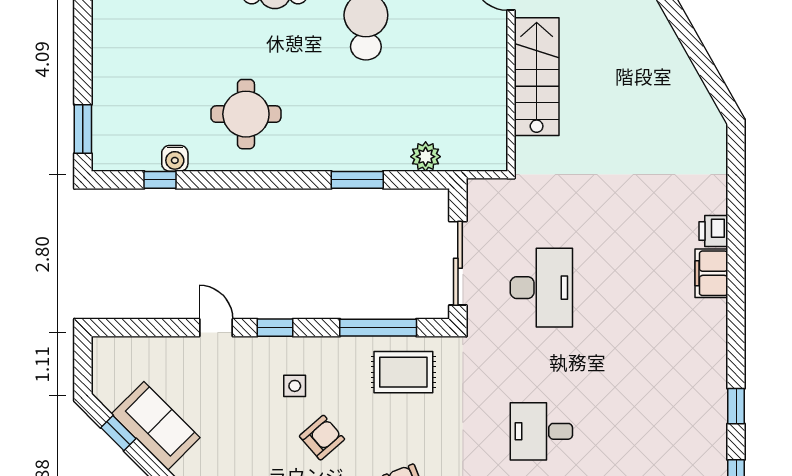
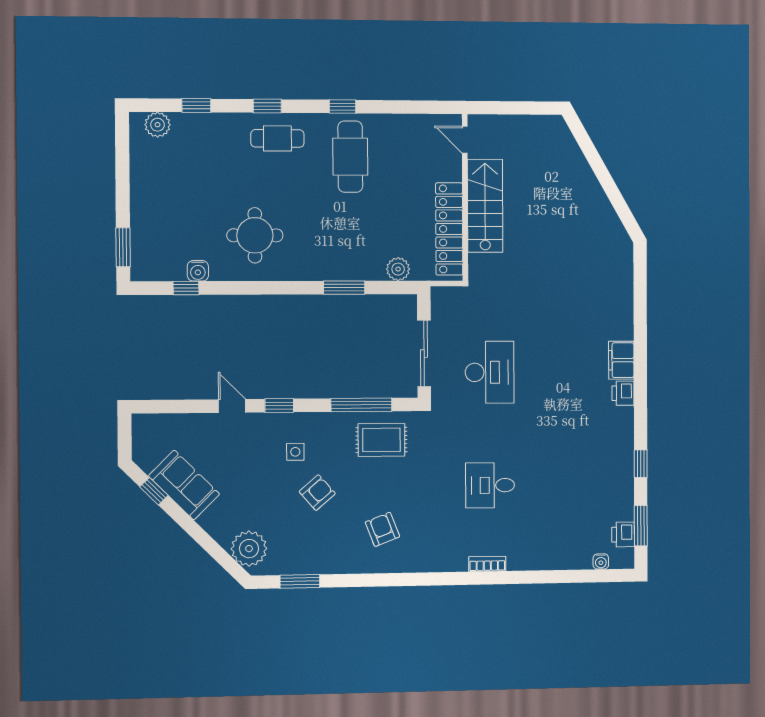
locker: (491, 106) -> (449, 229), added
printer: (713, 231) -> (623, 393), moved

